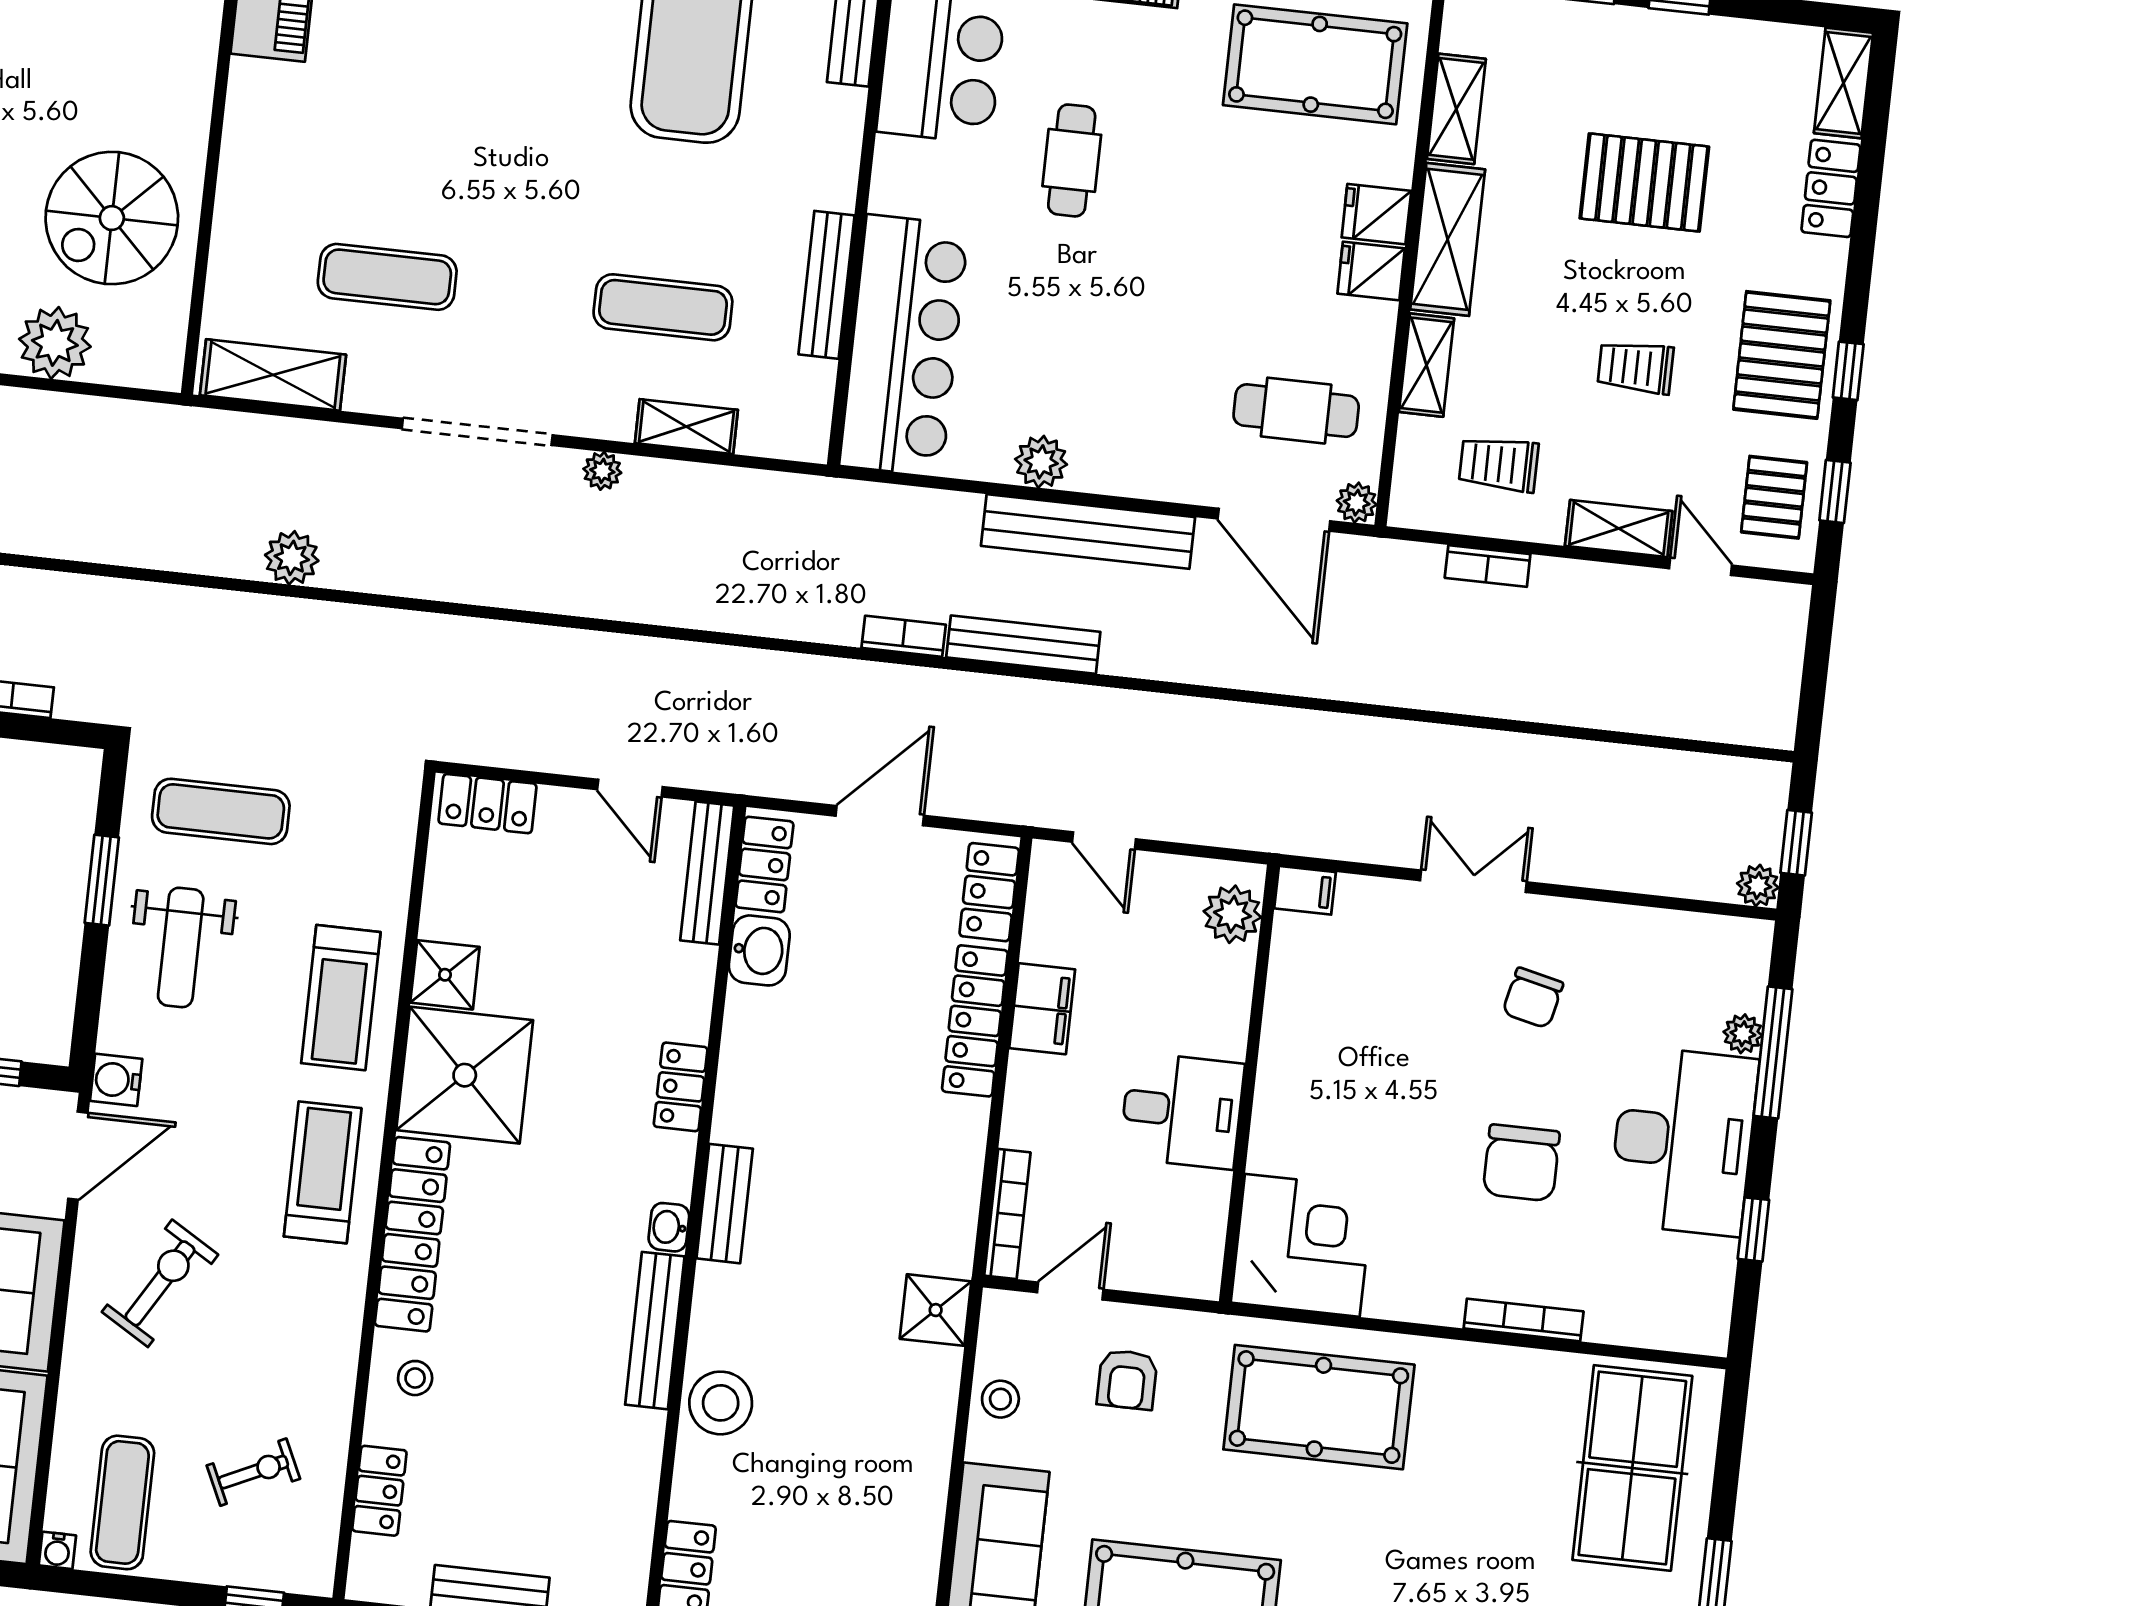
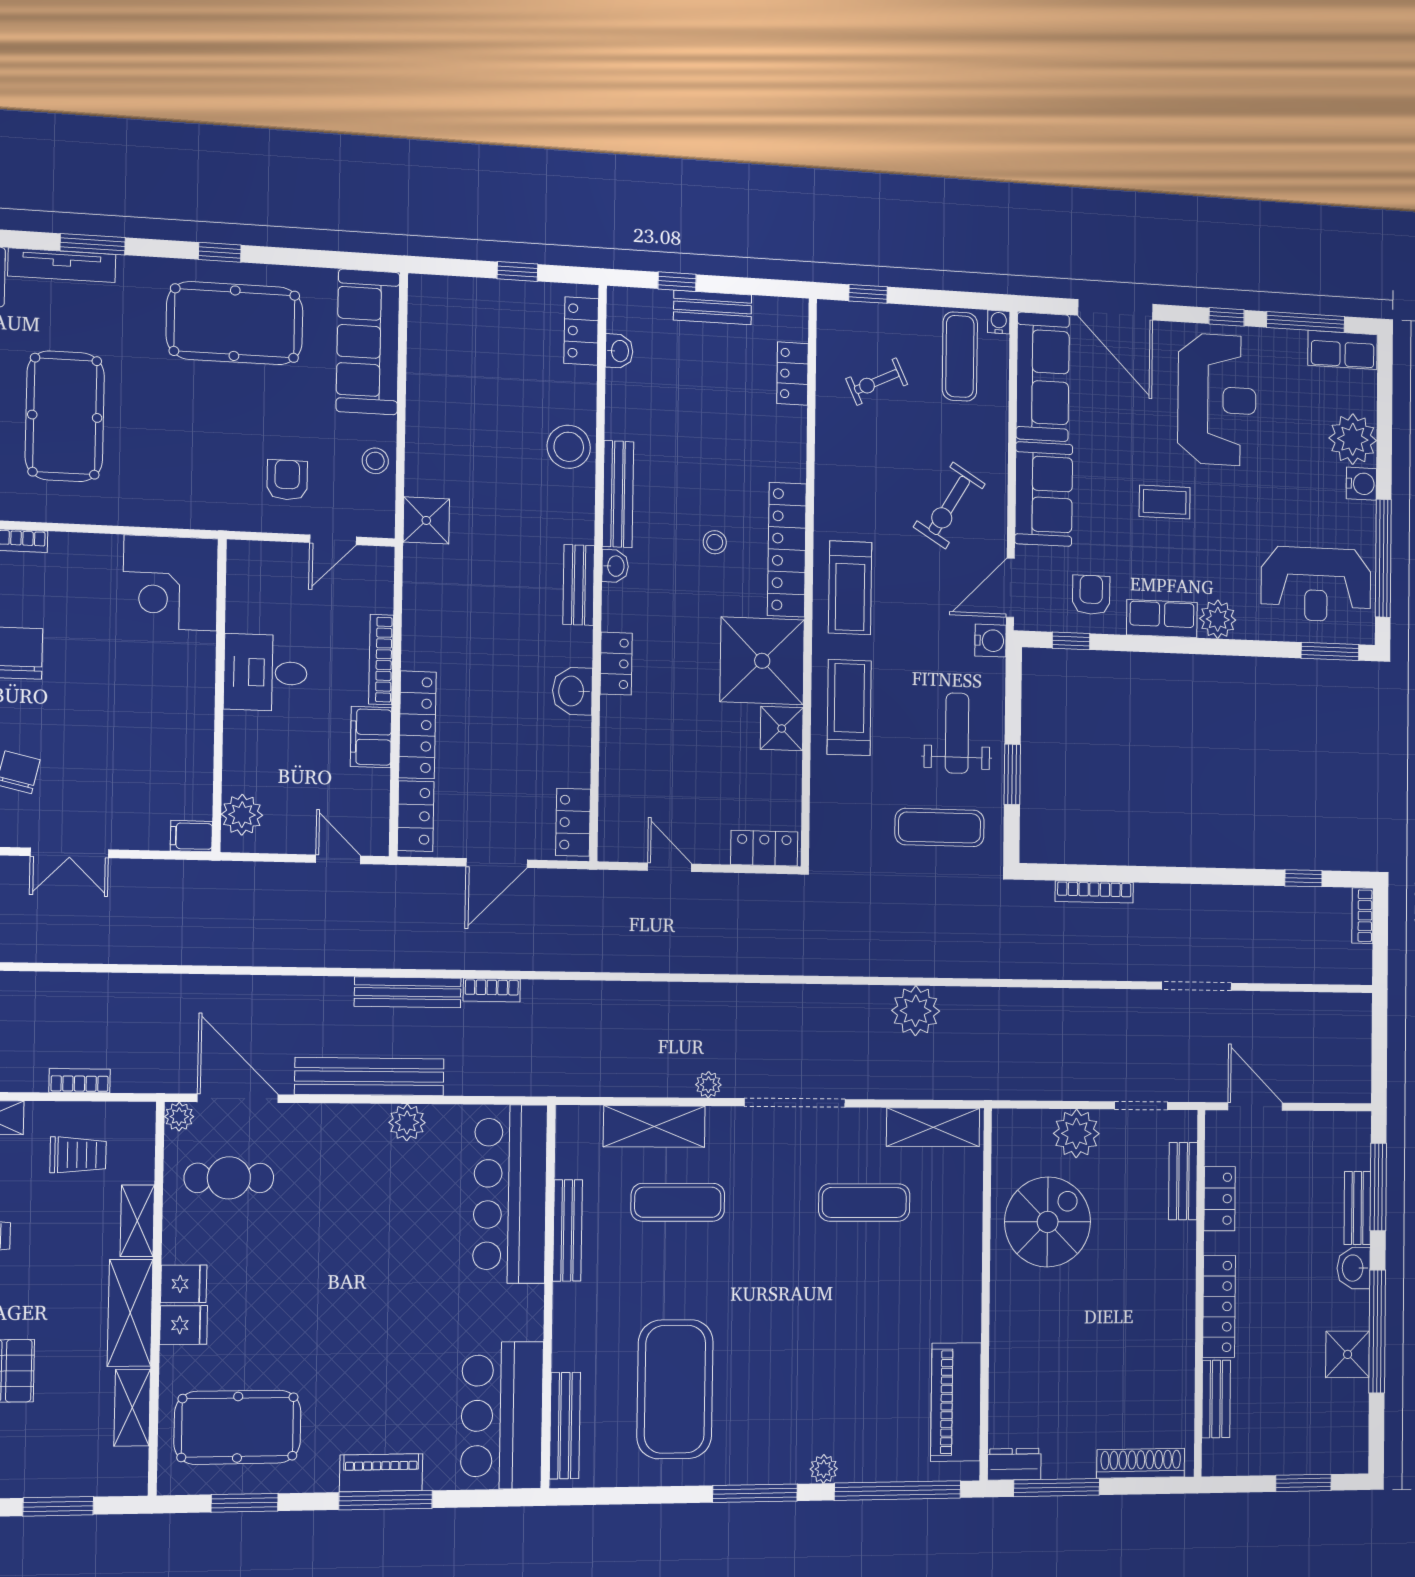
cafe table: (1072, 160) -> (405, 1338), removed
shelving: (686, 427) -> (654, 1126), width x1.50, depth x1.33
plant: (292, 558) -> (916, 1011), width x1.36, depth x1.36
bench: (707, 873) -> (612, 813), removed
washbasin: (759, 950) -> (572, 691), moved
bookcase: (1007, 1214) -> (381, 660), moved
stool: (415, 1378) -> (715, 542), moved
pool table: (1319, 1407) -> (65, 416), moved, turned 90
washbasin: (634, 1537) -> (619, 351), added

